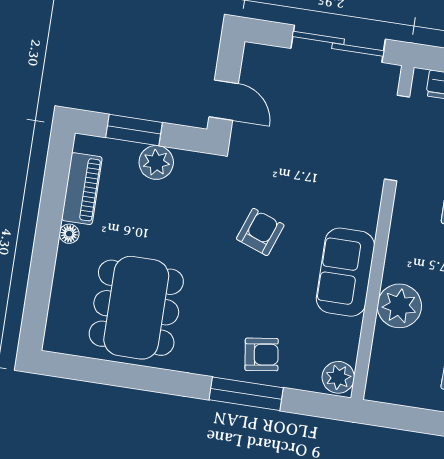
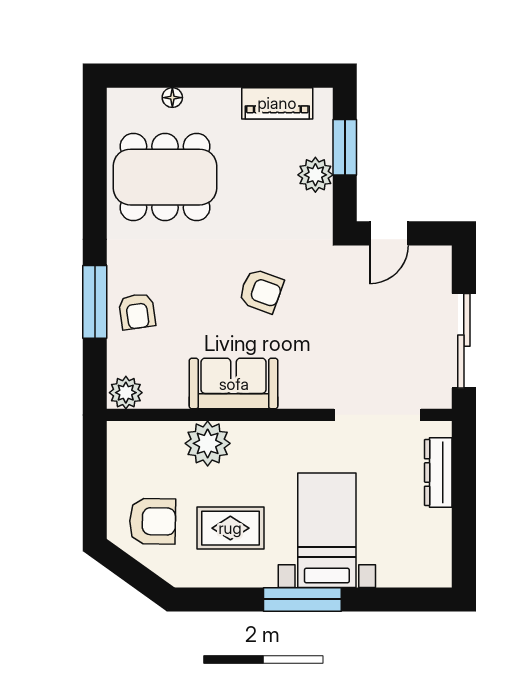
floor lamp: (69, 234) -> (172, 98), moved

